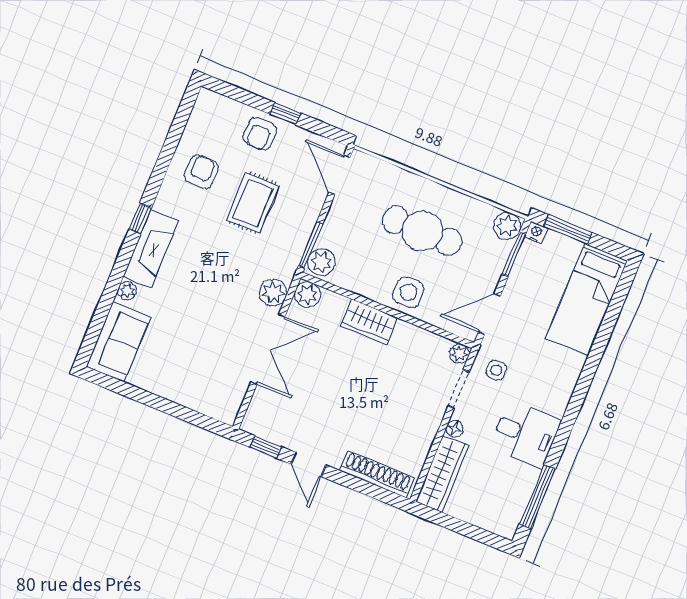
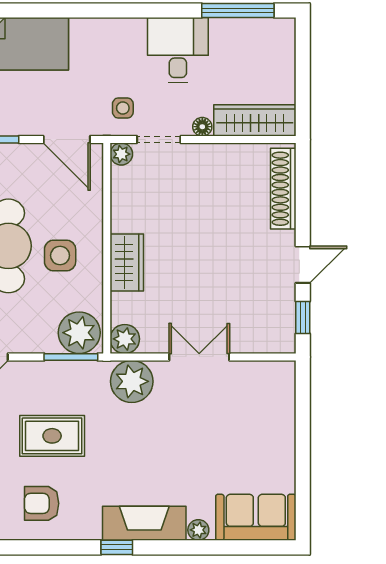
plant: (321, 262) -> (79, 333), width x1.36, depth x1.36
side table: (408, 292) -> (60, 255), moved
plant: (273, 293) -> (132, 381), width x1.36, depth x1.36
double door: (268, 349) -> (199, 357), width x0.73

